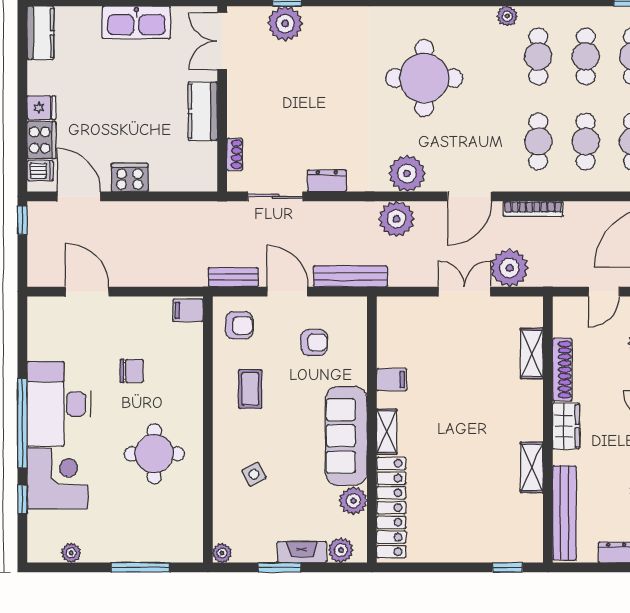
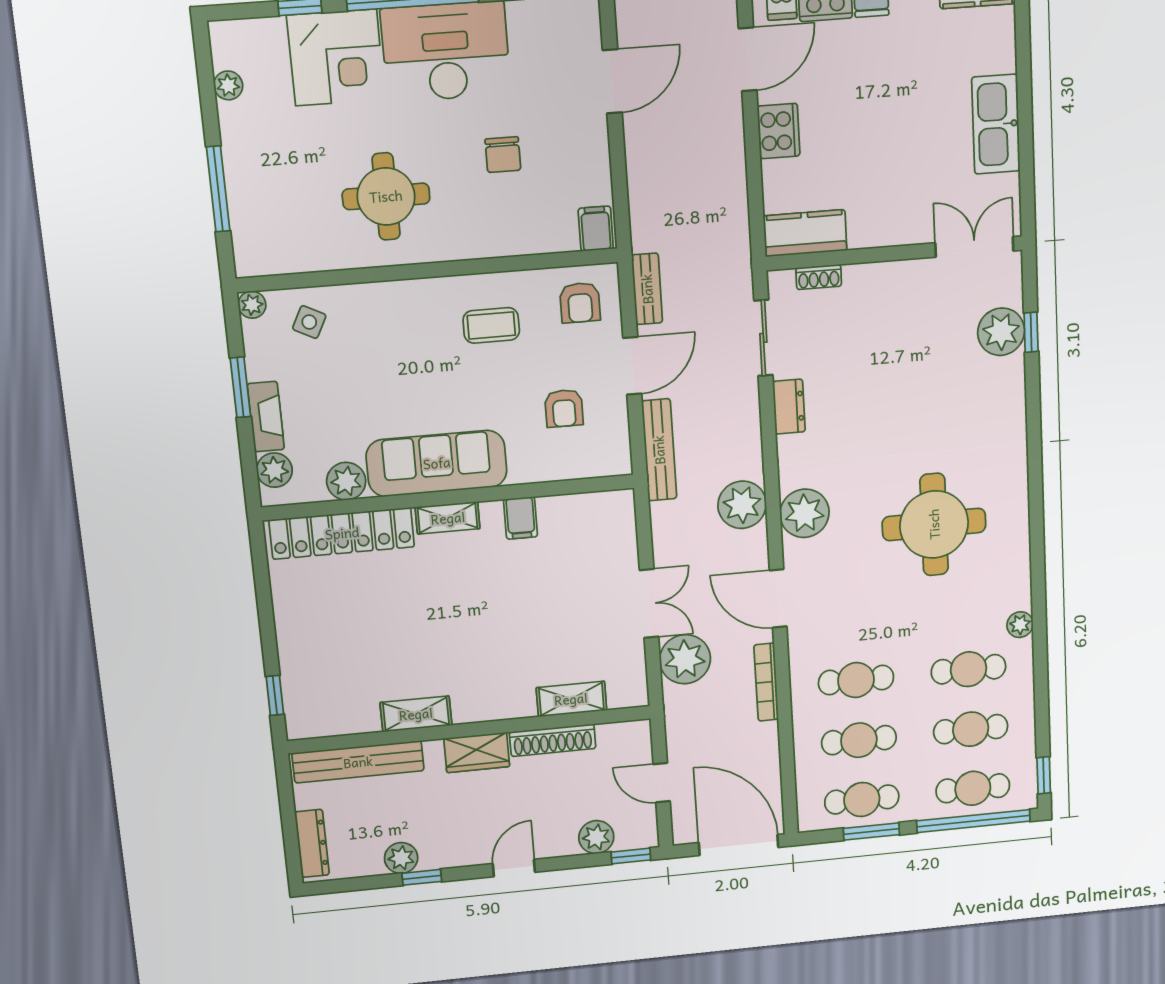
kitchen counter: (203, 111) -> (805, 233), moved
side table: (254, 474) -> (309, 322), moved, turned -36

